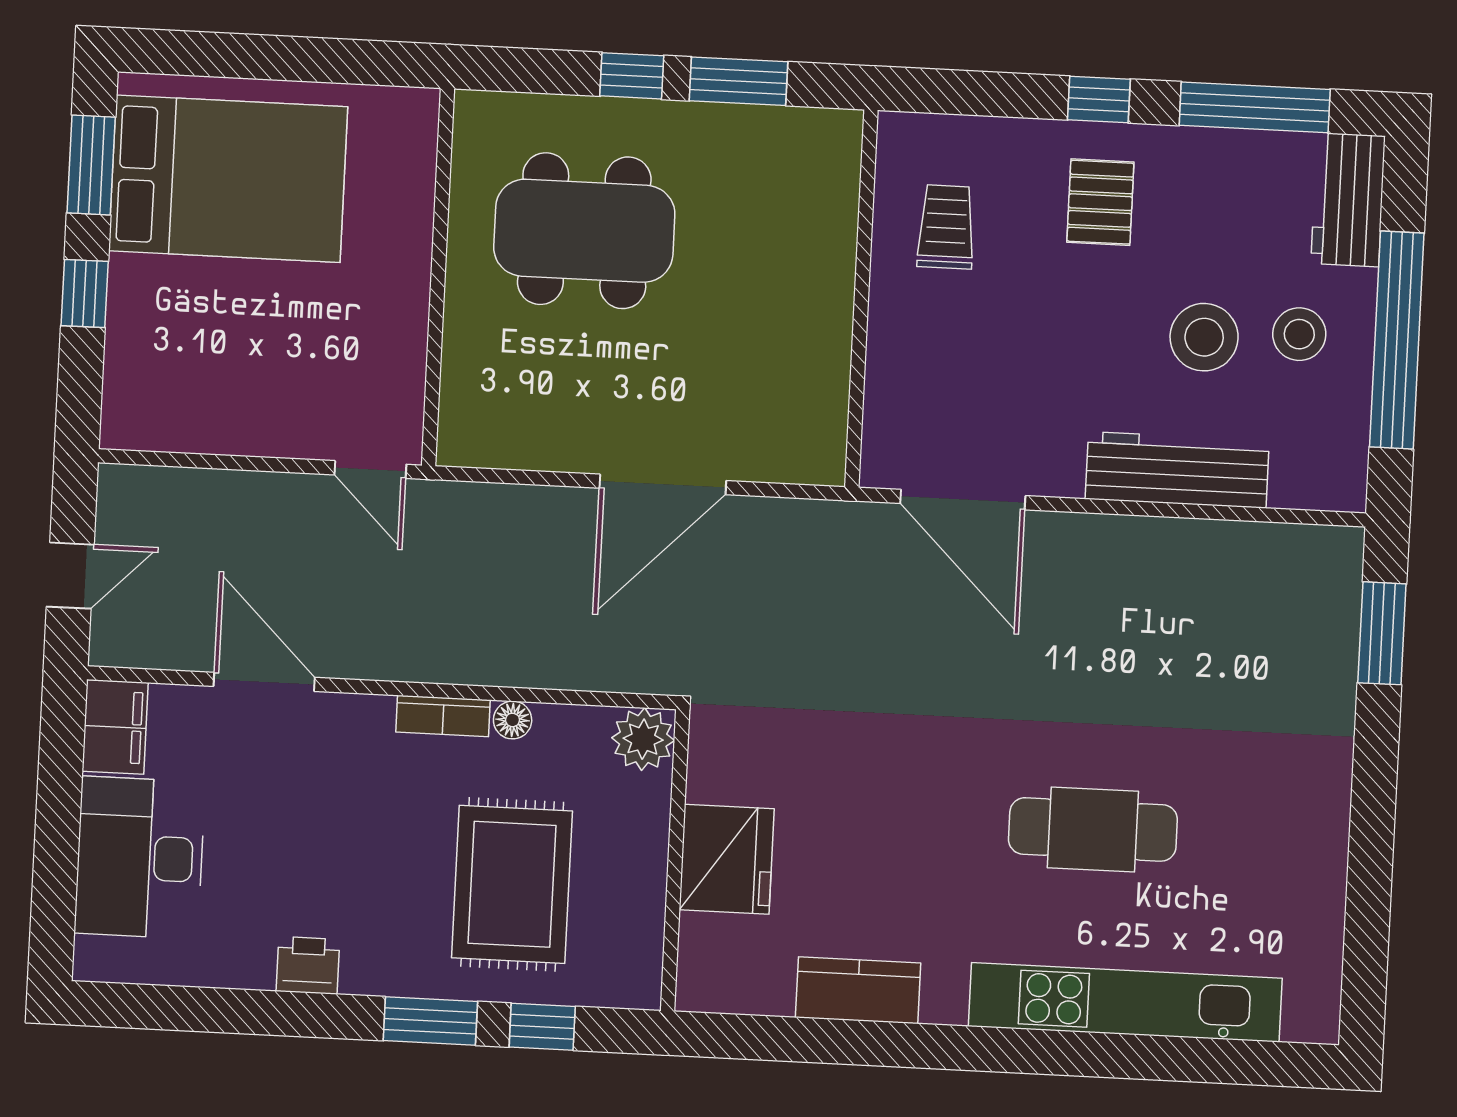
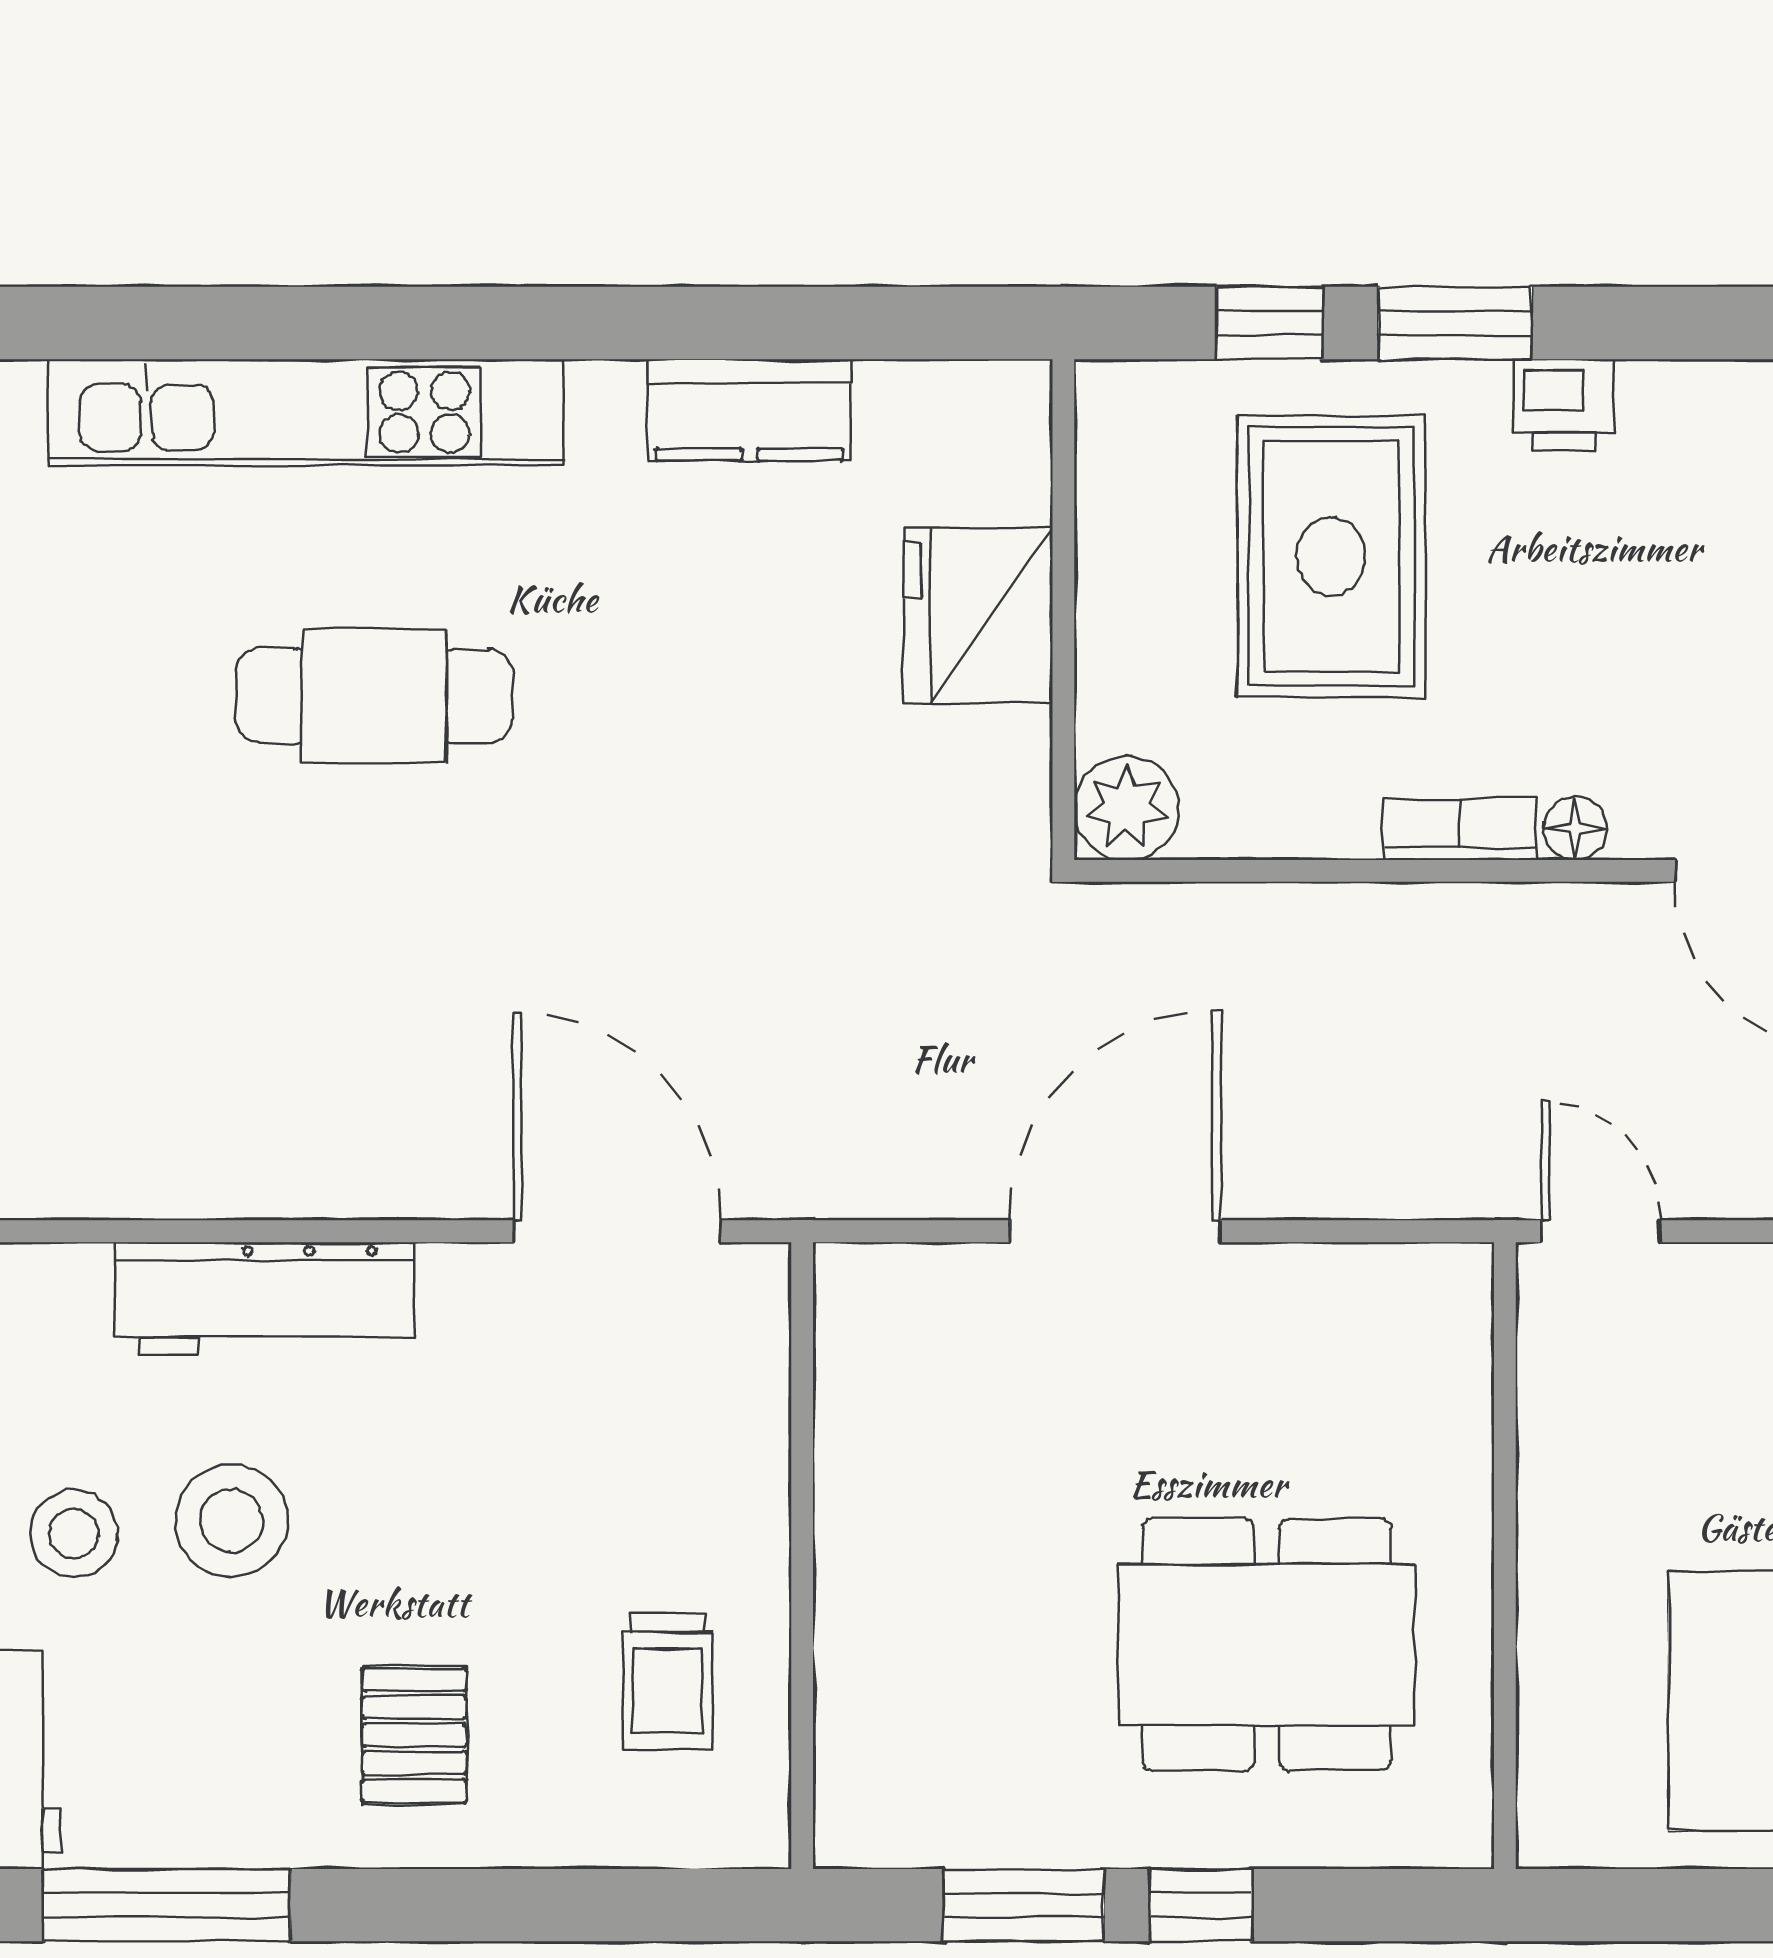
window: (1099, 100) -> (425, 1905), removed
floor lamp: (513, 720) -> (1575, 828), moved
printer: (308, 965) -> (1563, 405), moved

